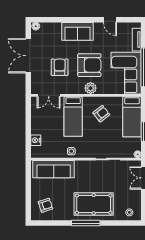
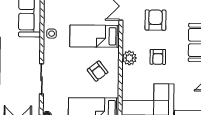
armchair: (89, 65) -> (158, 57), width x0.53, depth x0.53
armchair: (60, 67) -> (155, 20), turned -90

